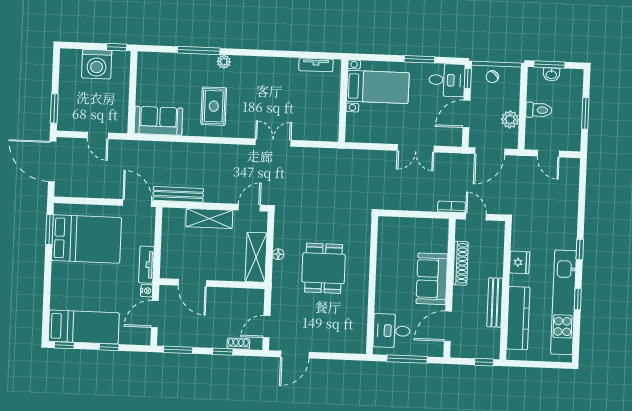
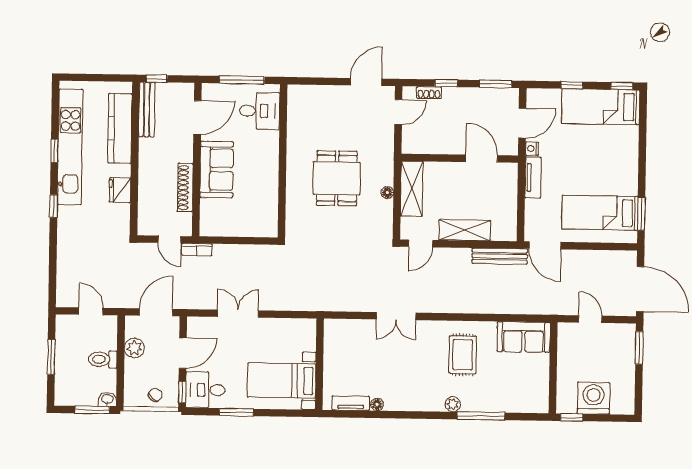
floor lamp: (292, 63) -> (377, 404), added
washbasin: (551, 74) -> (107, 399), moved
bed: (86, 239) -> (600, 213), width x0.67
bench: (495, 302) -> (147, 110), moved

